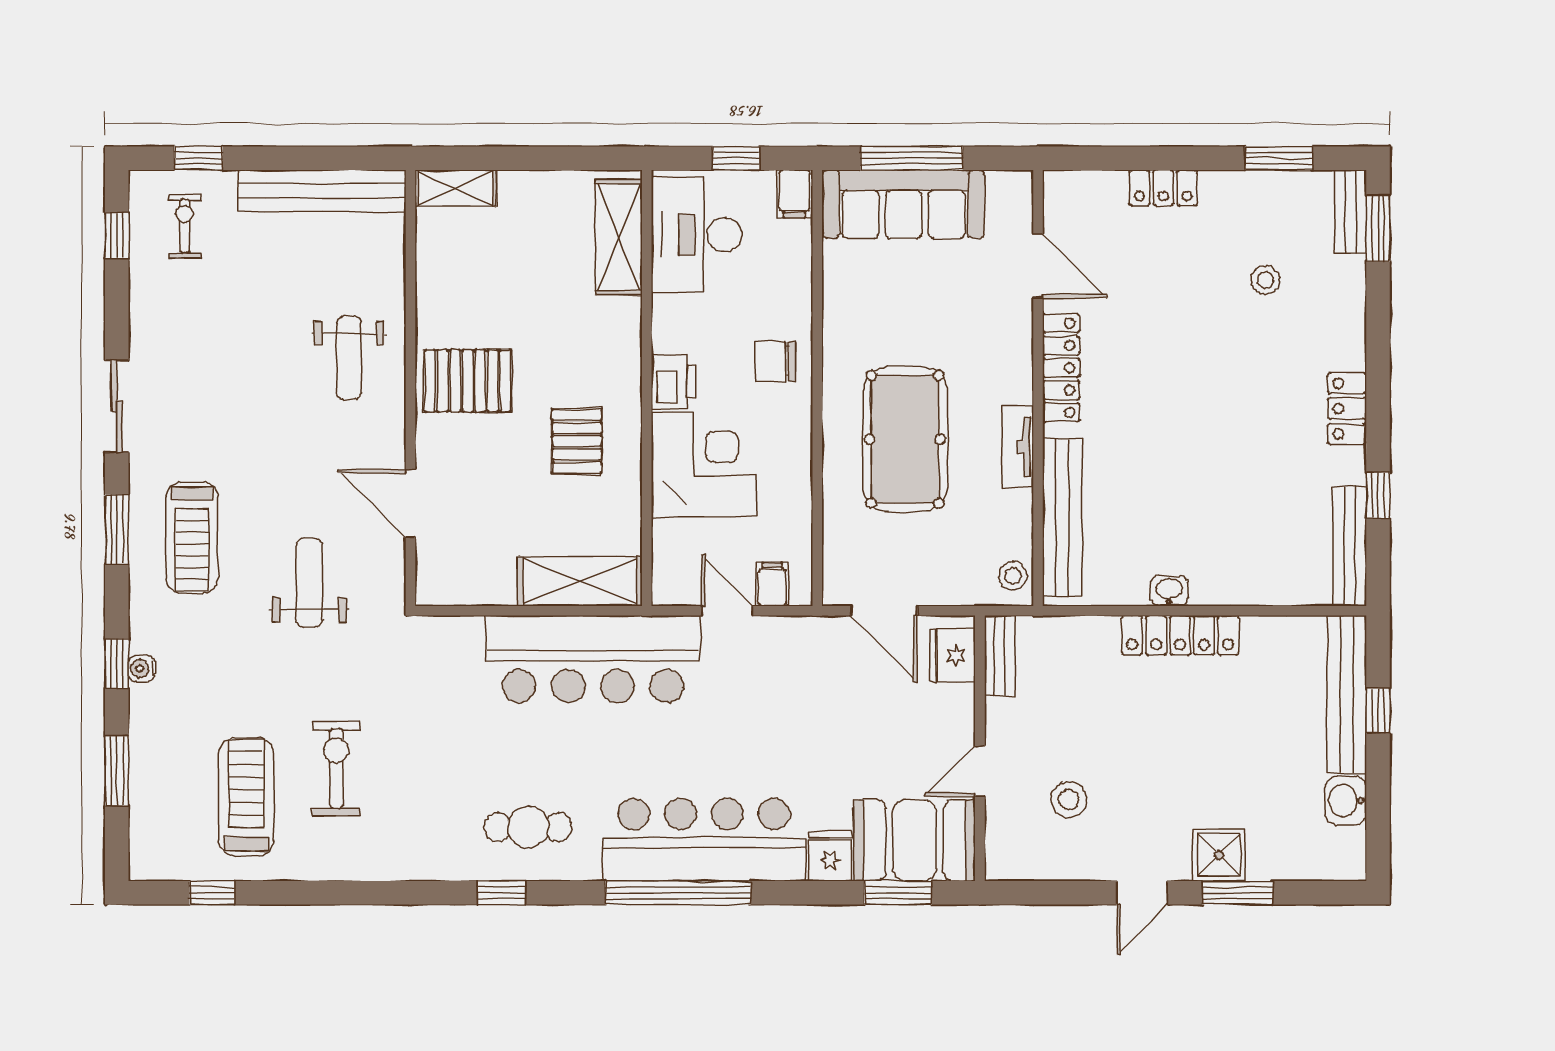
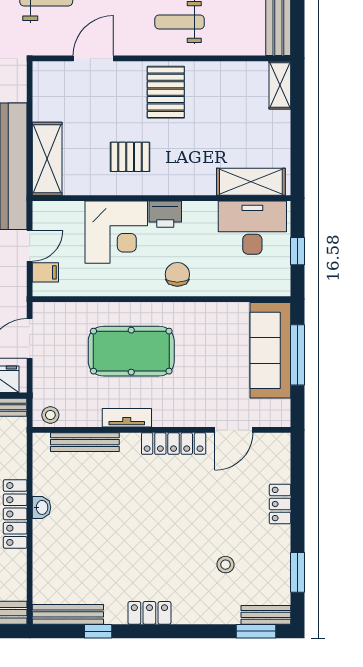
filing cabinet: (794, 194) -> (276, 286), removed
bench: (1062, 518) -> (85, 442), width x0.73, depth x0.82

